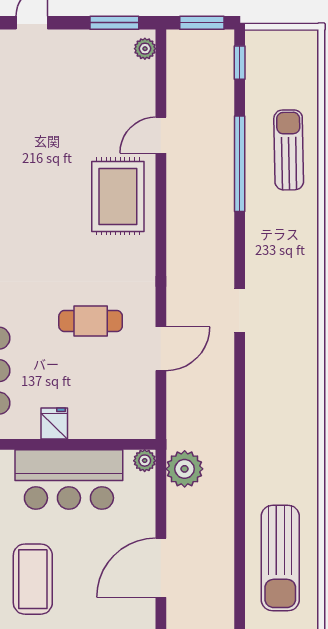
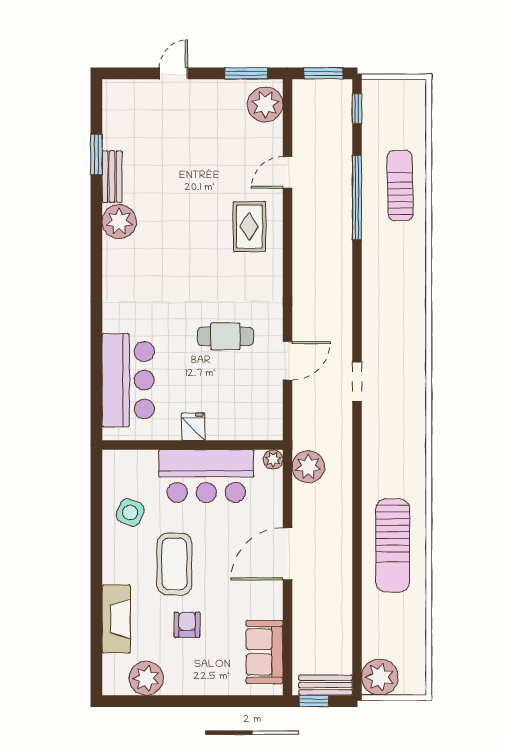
plant: (145, 49) -> (265, 104), width x1.88, depth x1.88
rug: (118, 196) -> (249, 227), width x0.73, depth x0.70
doorway: (240, 310) -> (357, 381), moved

